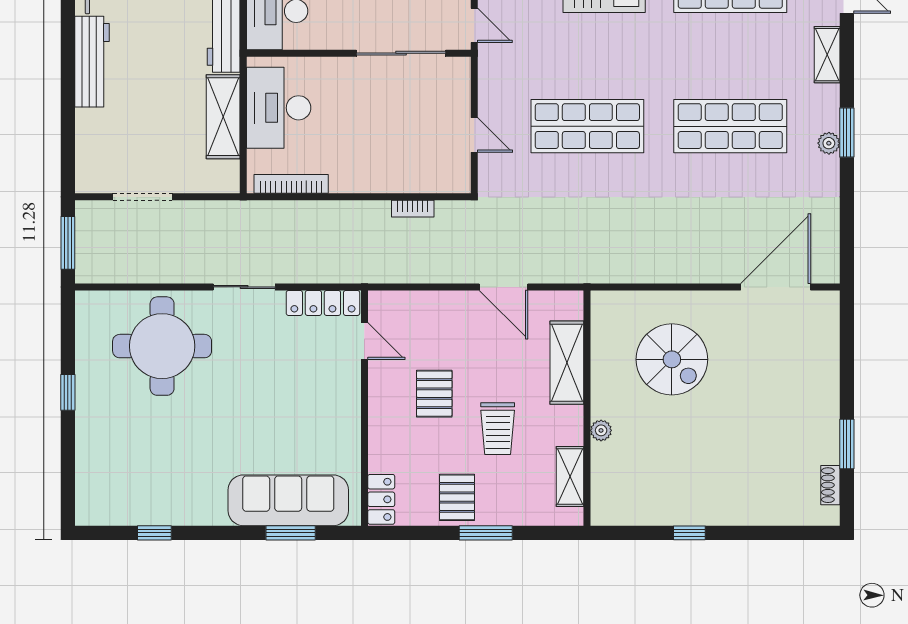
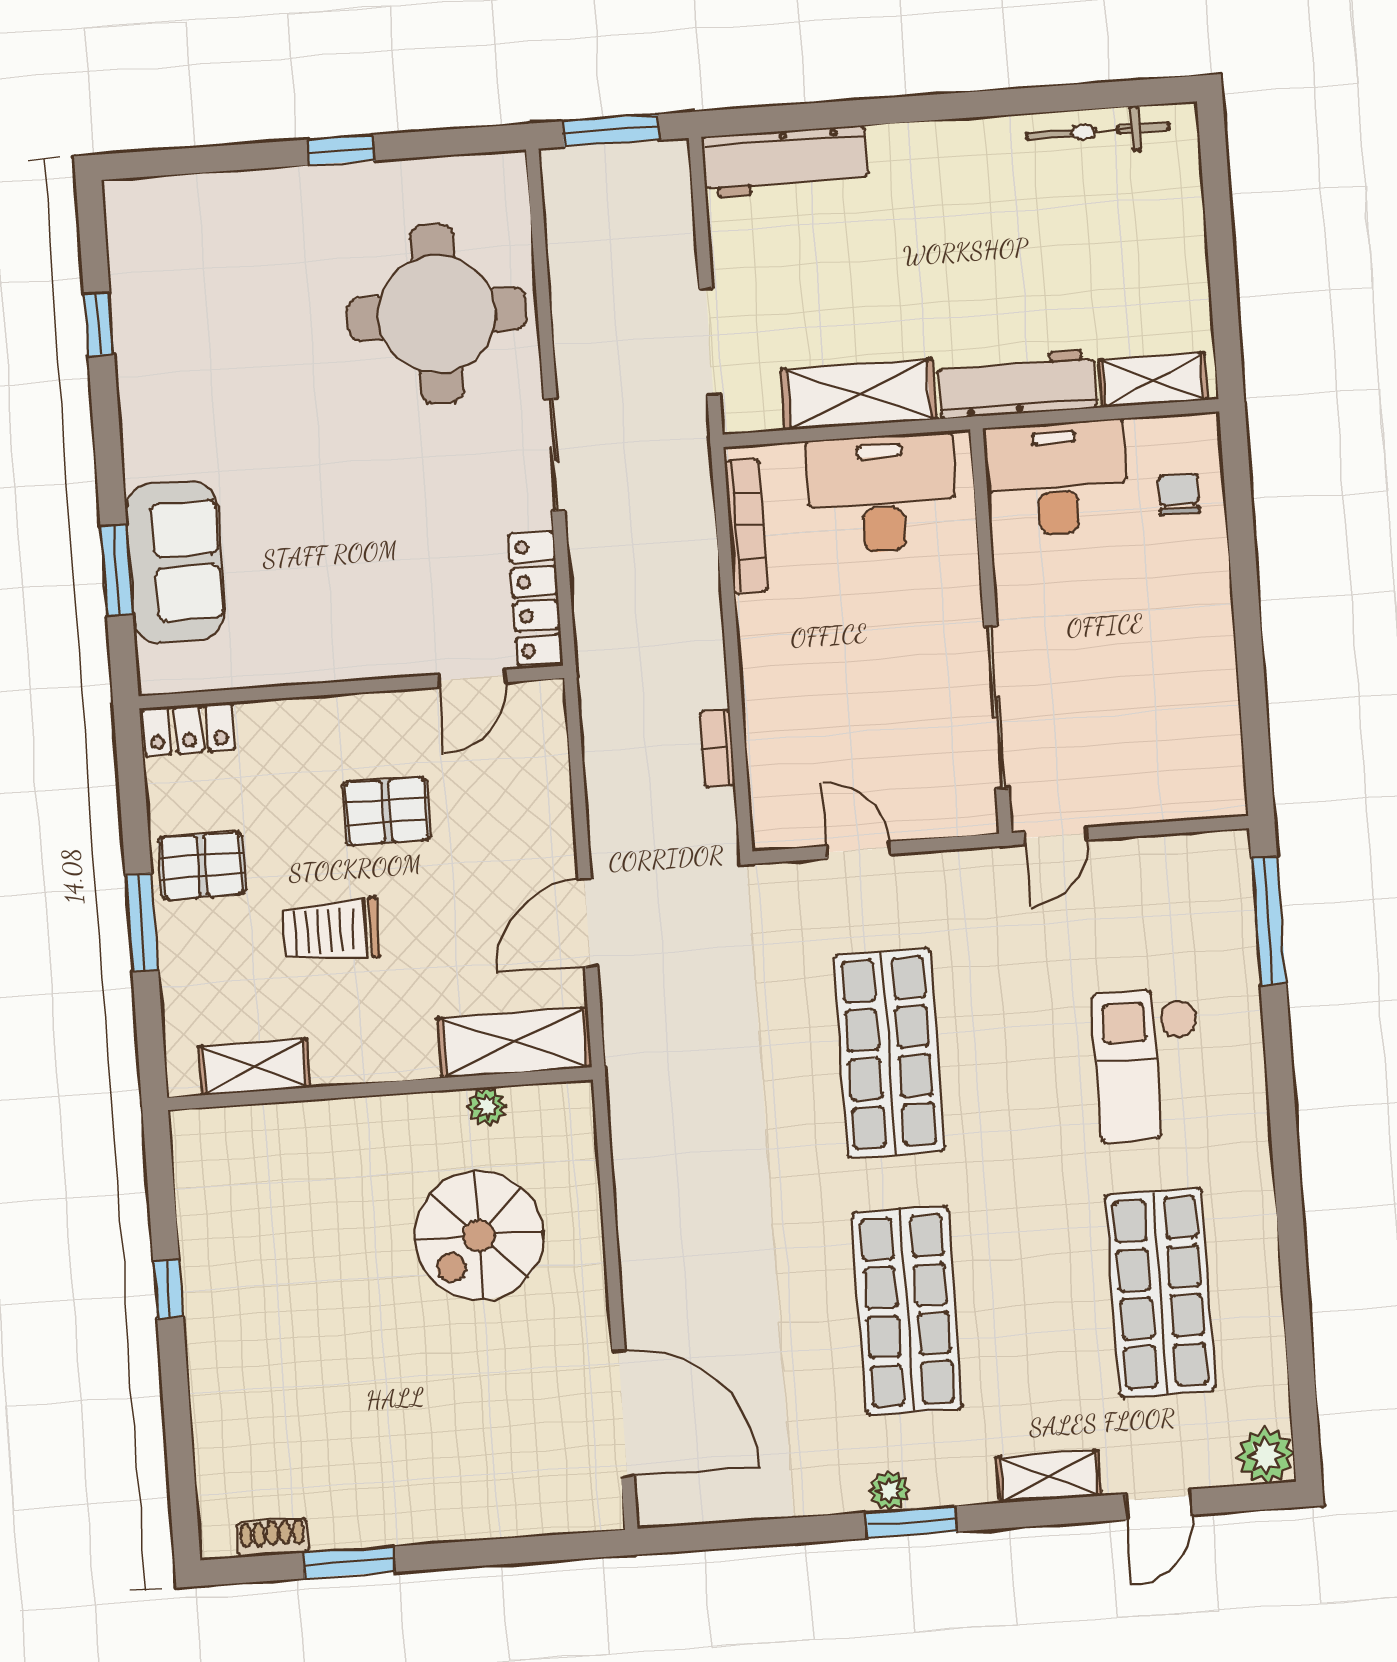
workbench: (92, 62) -> (785, 162), moved
door: (474, 135) -> (858, 850), swing flipped
doorway: (143, 197) -> (710, 342), moved
shelving: (567, 363) -> (515, 1043), moved
plant: (601, 430) -> (487, 1106), moved
sofa: (288, 500) -> (175, 562), width x0.73

